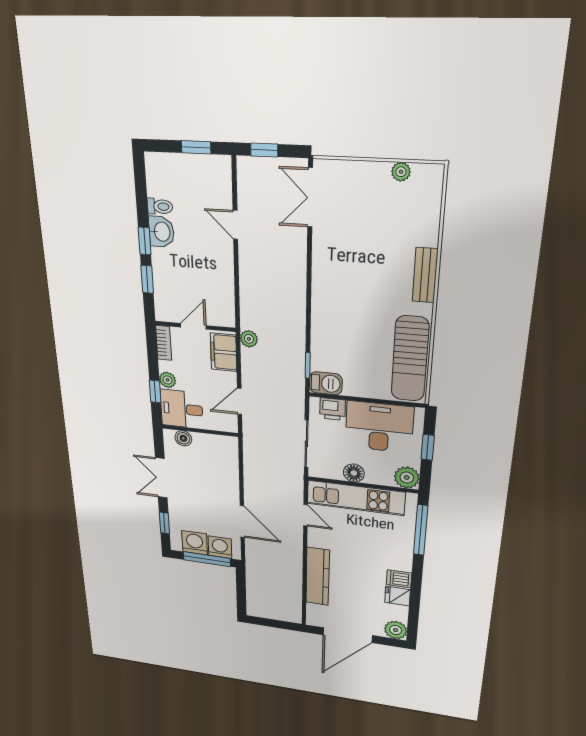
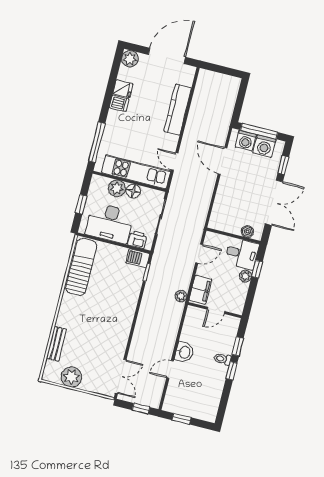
plant: (401, 172) -> (71, 377), width x1.87, depth x1.87
toilet: (160, 206) -> (222, 359), moved
door: (235, 225) -> (170, 369), swing flipped
washbasin: (161, 232) -> (184, 352), moved, turned 180
bench: (425, 275) -> (56, 344), moved
bookcase: (164, 343) -> (240, 302), removed
double door: (161, 478) -> (274, 203), width x1.37
plant: (407, 478) -> (117, 188), moved

